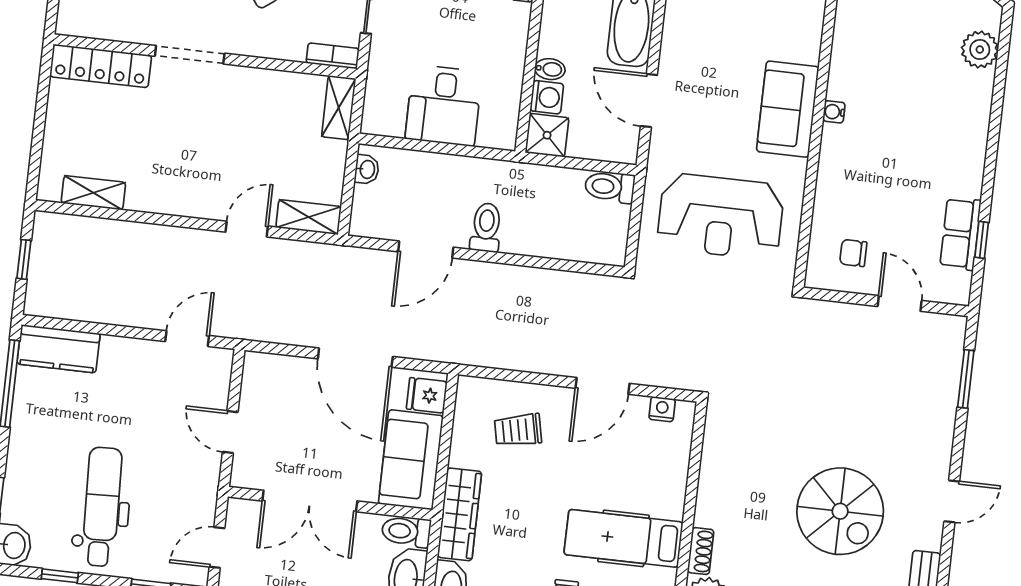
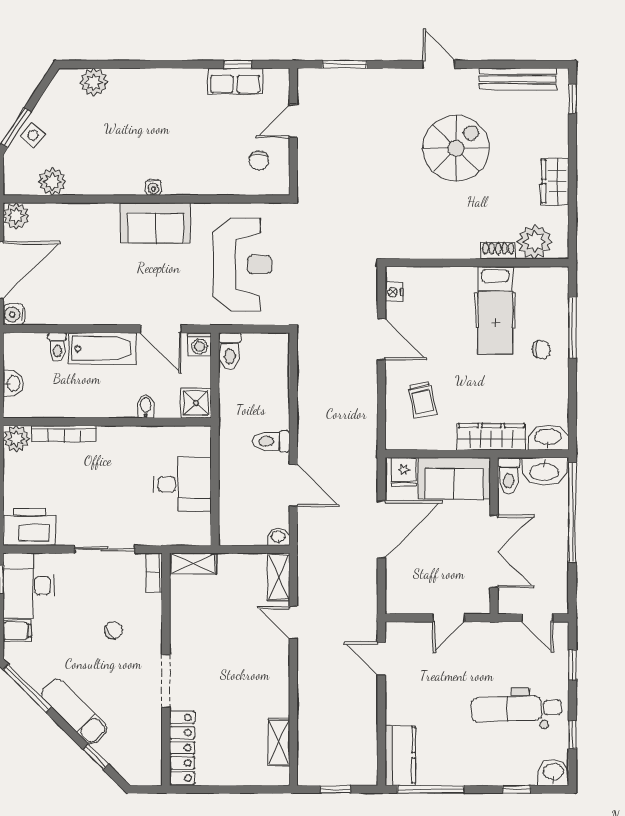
washing machine: (547, 97) -> (199, 344), moved, turned 180
door: (649, 101) -> (161, 329), hinge flipped
washbasin: (367, 169) -> (278, 537), moved

